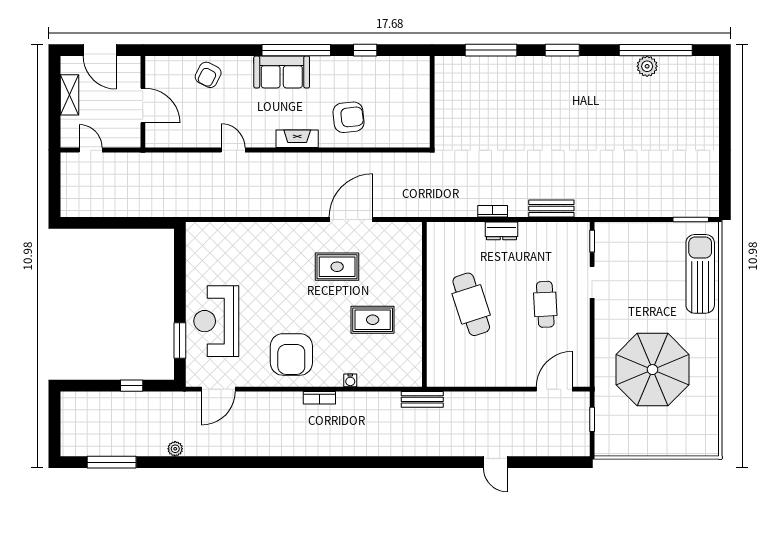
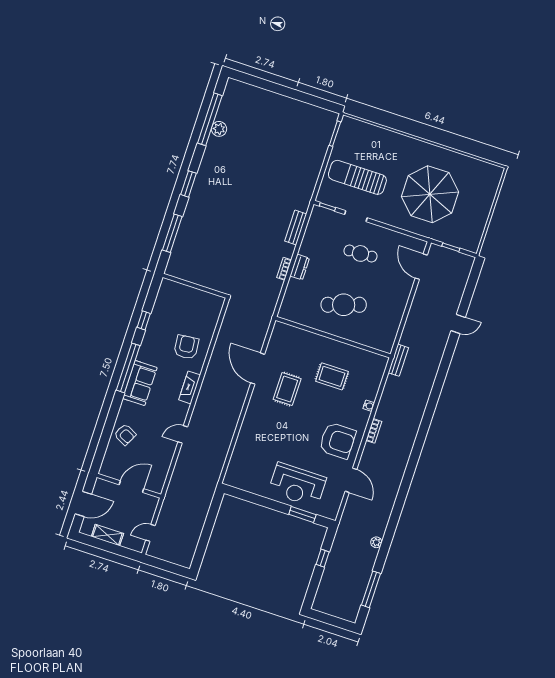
sun lounger: (700, 274) -> (357, 177), moved
rug: (373, 320) -> (332, 376), turned 90
door: (218, 389) -> (351, 480), moved

